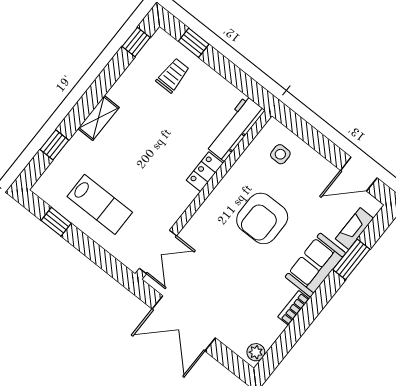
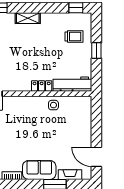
window: (194, 43) -> (96, 51), moved
side table: (280, 154) -> (53, 105), moved
armchair: (262, 218) -> (41, 129), removed

